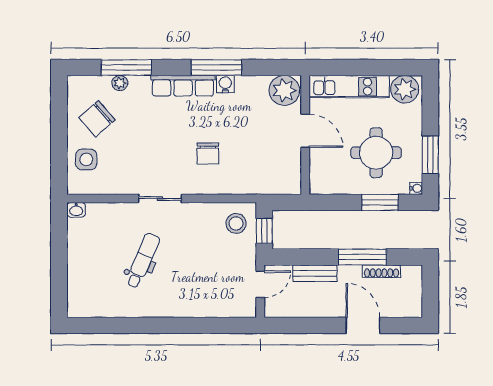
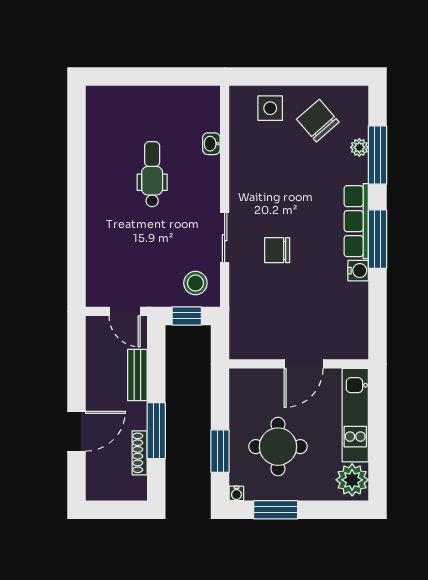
window: (216, 68) -> (377, 239), moved
plant: (284, 90) -> (351, 339), removed
sliding door: (160, 198) -> (225, 238), moved
washbasin: (76, 210) -> (211, 144), moved
dental chair: (143, 261) -> (152, 174), turned -113

